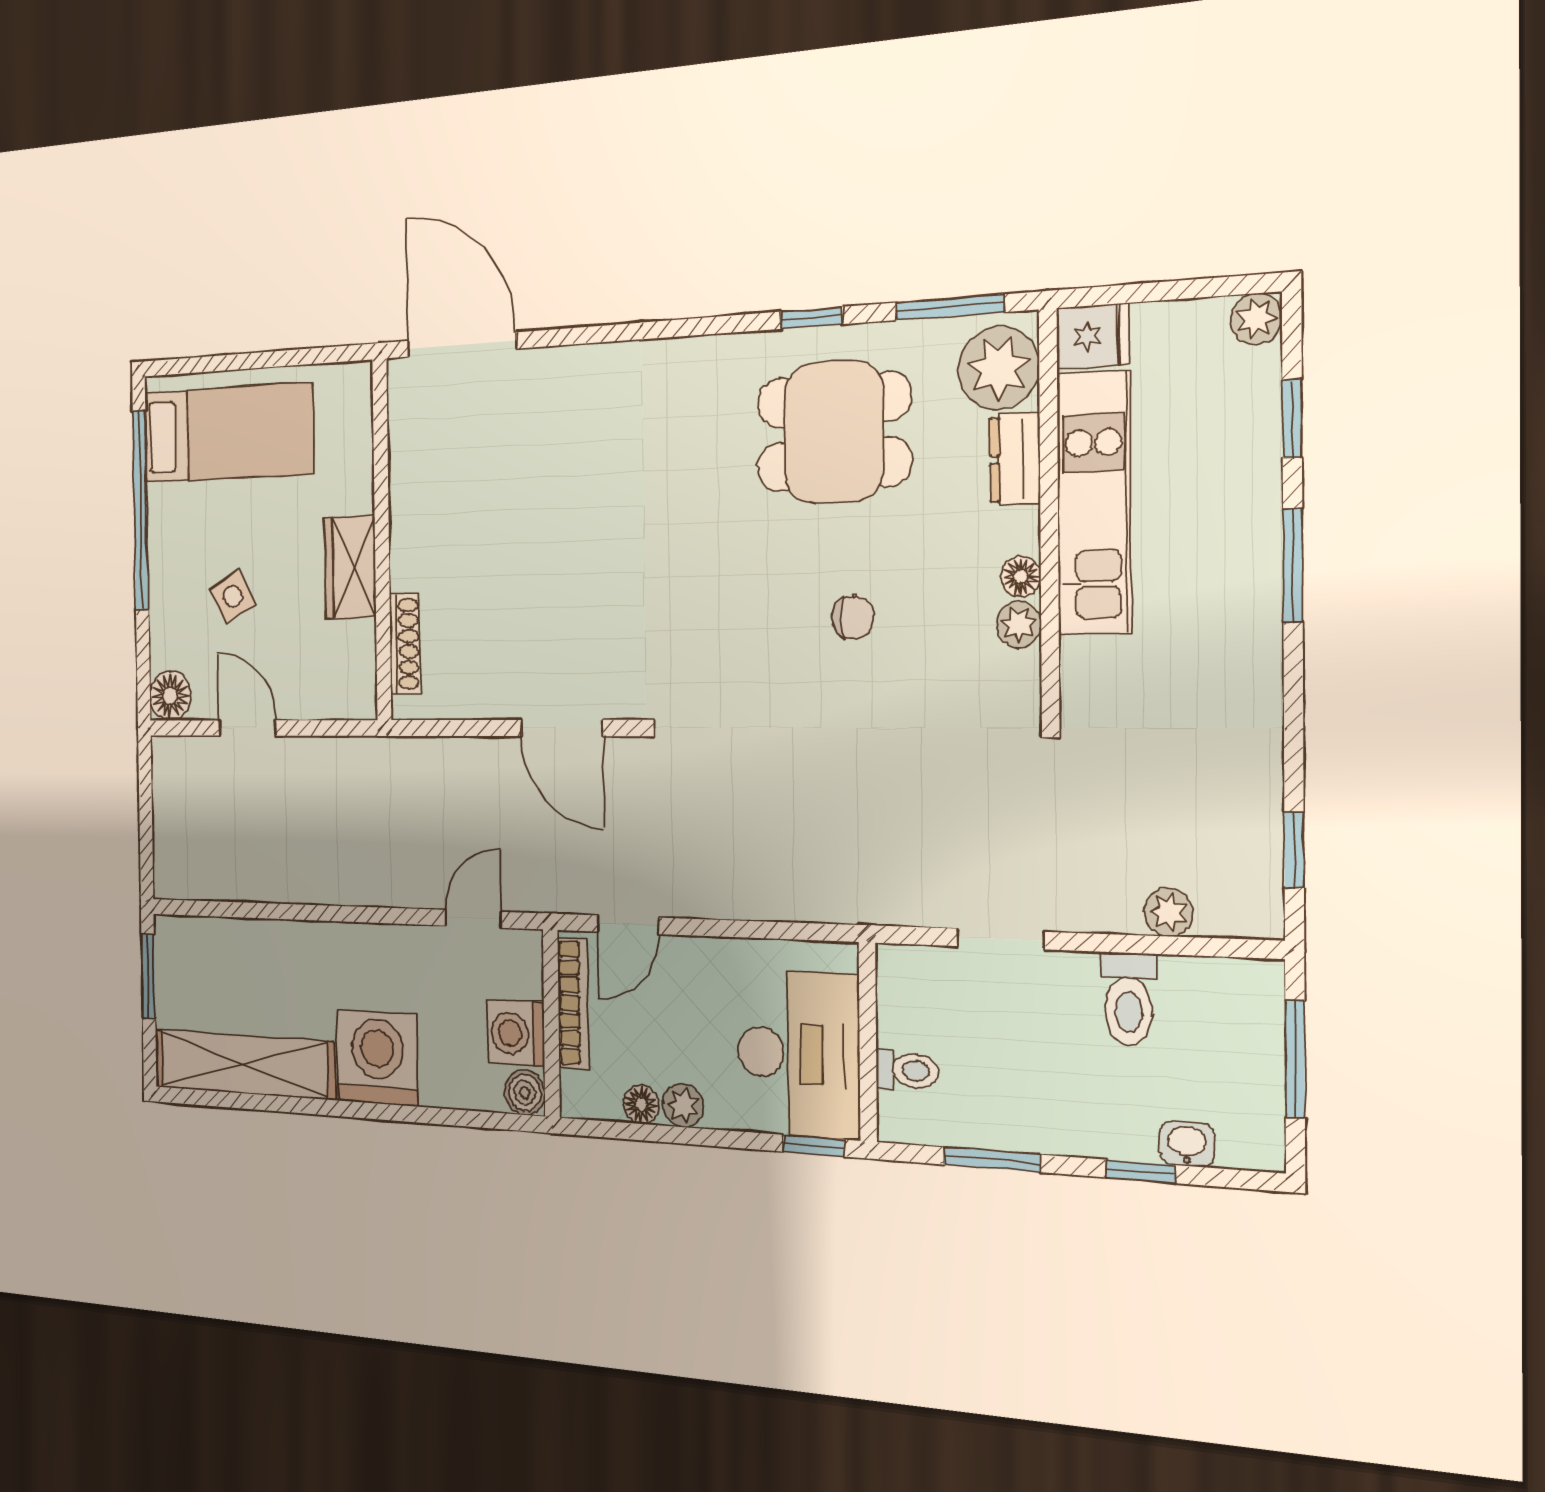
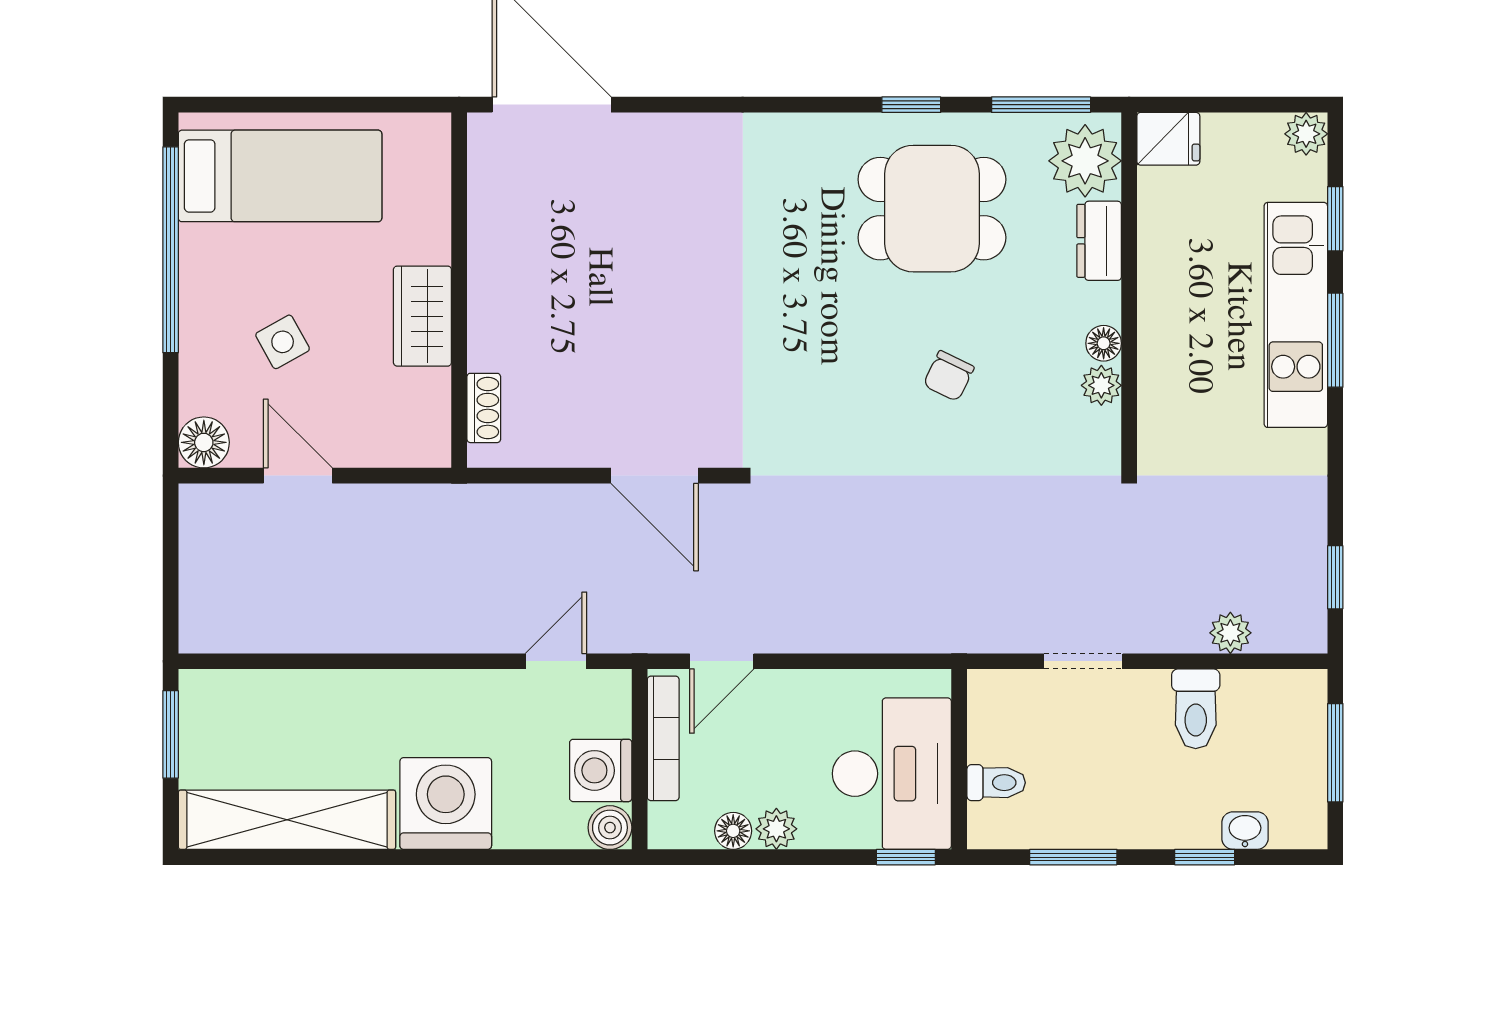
kitchen unit: (1094, 503) -> (1296, 315), moved, turned 180
chair: (853, 617) -> (949, 376), turned 116
shoe rack: (405, 644) -> (484, 408), width x0.70

